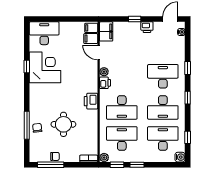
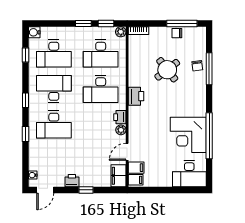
door: (99, 52) -> (127, 152), swing flipped
window: (27, 66) -> (209, 136), width x3.17
desk: (122, 107) -> (101, 89), turned 180
round table: (63, 124) -> (167, 70), turned -38

